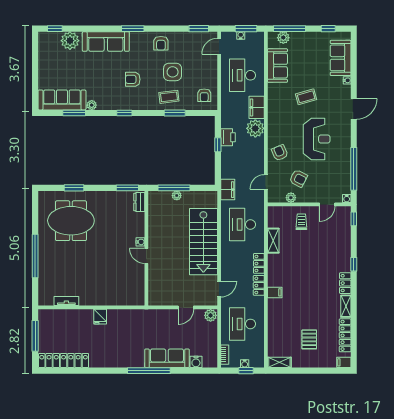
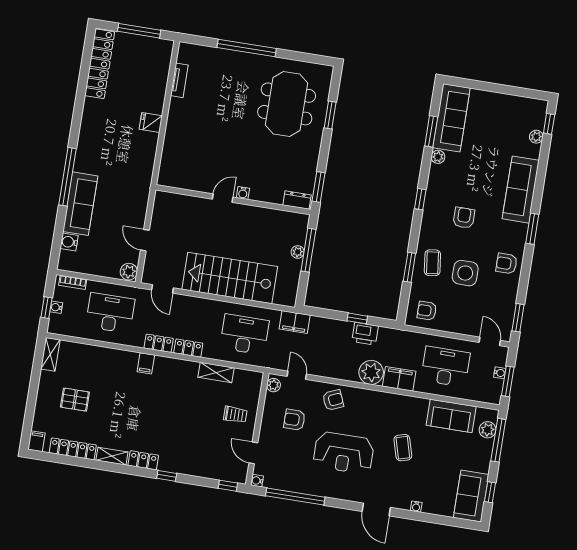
plant: (70, 41) -> (536, 137), width x0.53, depth x0.53
sofa: (341, 58) -> (471, 496), moved, turned -90
armchair: (298, 178) -> (294, 420), turned 63
plant: (291, 198) -> (274, 385), moved

